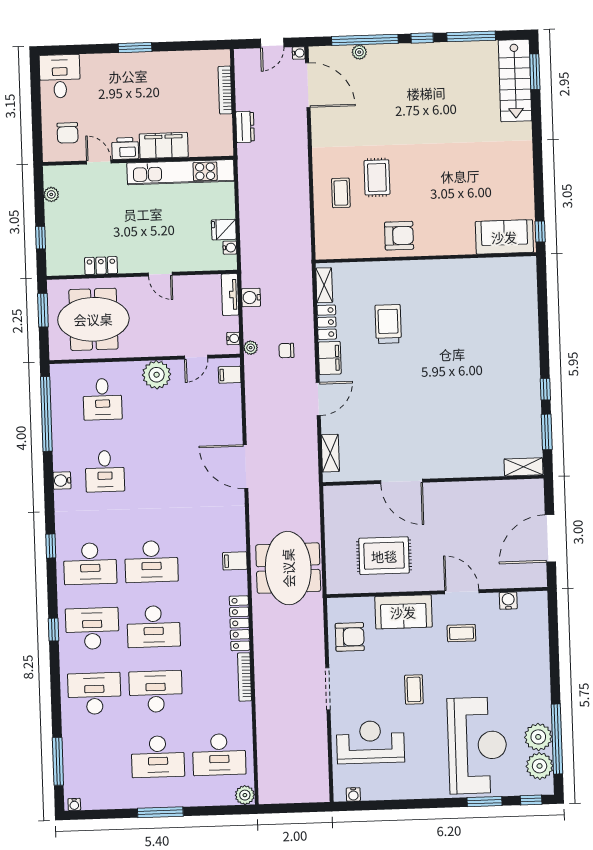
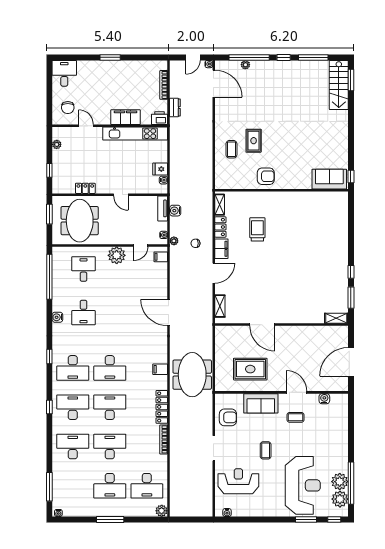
printer: (125, 148) -> (159, 118), moved
meeting table: (93, 319) -> (80, 221), turned 90
desk: (102, 399) -> (84, 269), turned 180
desk: (154, 626) -> (110, 407), turned 180

